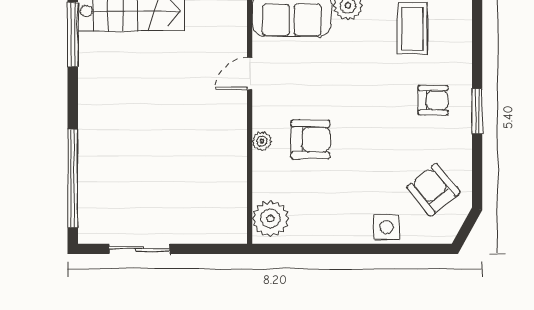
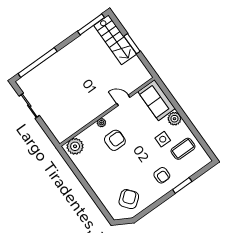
window: (477, 111) -> (182, 185), moved
armchair: (310, 140) -> (115, 140), turned -90
side table: (387, 227) -> (163, 139), moved

